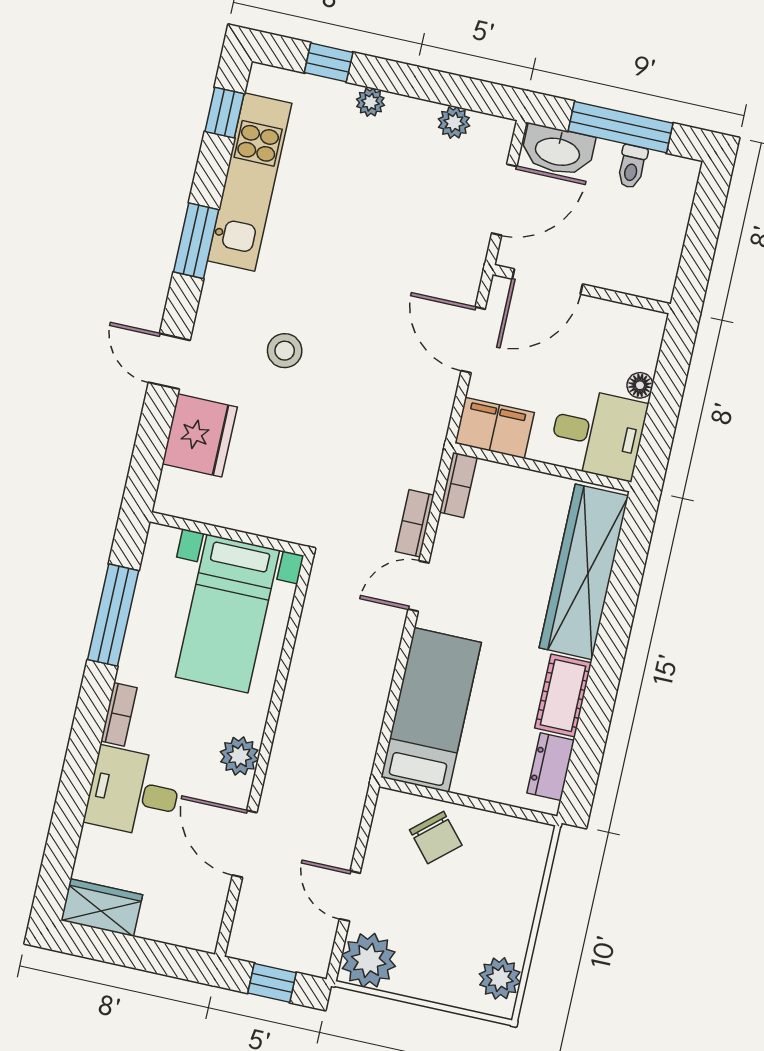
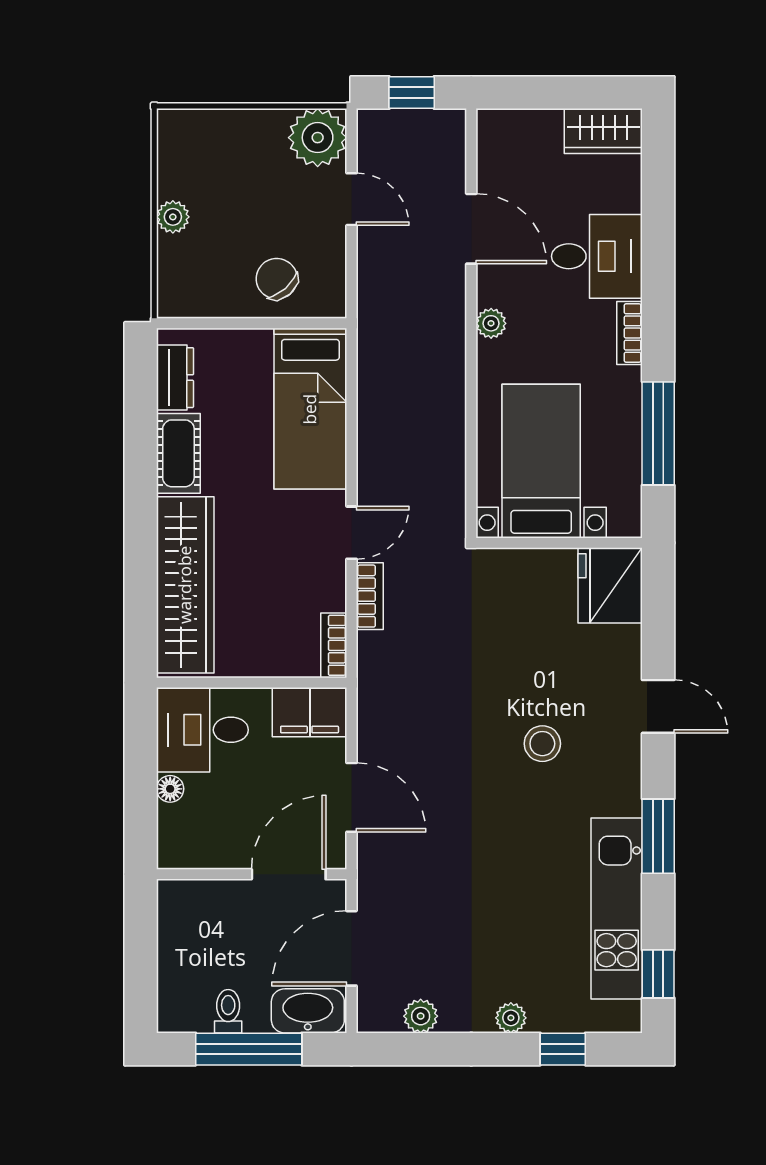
fridge: (200, 435) -> (610, 585), moved
plant: (239, 756) -> (491, 323), width x0.73, depth x0.73
plant: (500, 978) -> (173, 217), moved, width x0.73, depth x0.73

